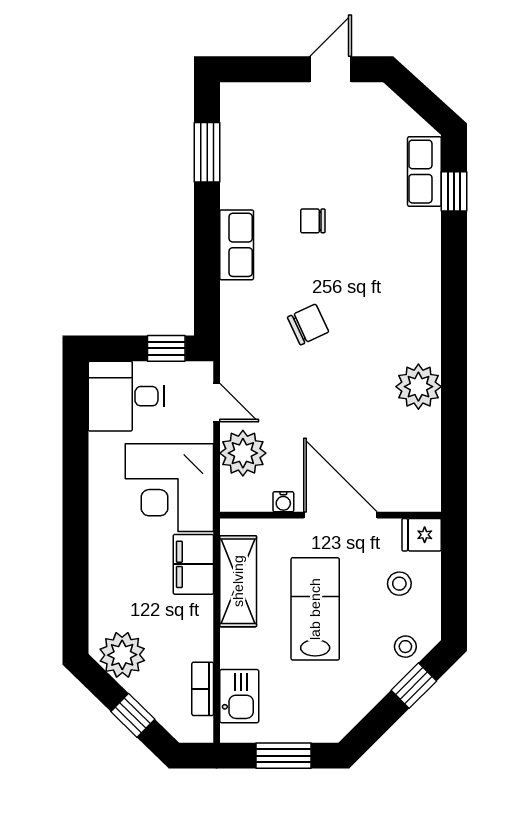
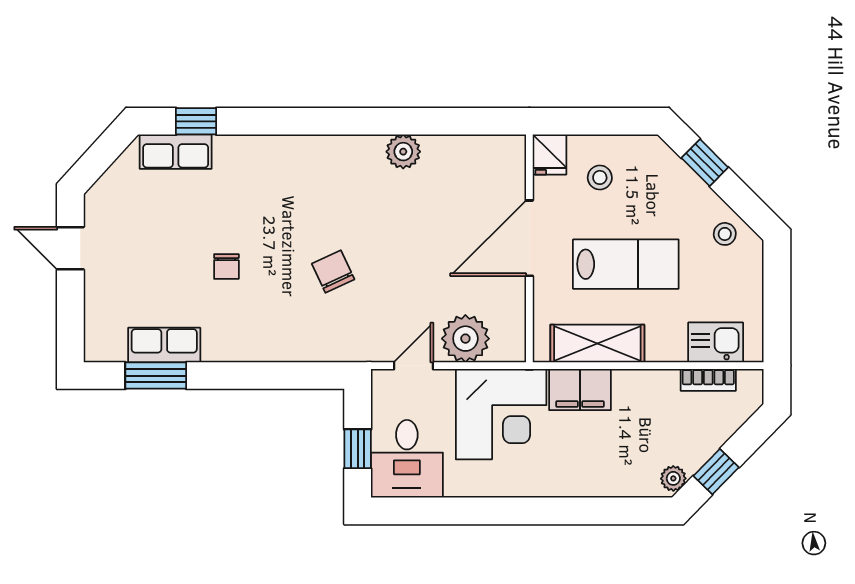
row of seats: (237, 245) -> (164, 345), moved
window: (166, 348) -> (358, 449), moved
plant: (418, 387) -> (403, 152), width x0.73, depth x0.73
water cooler: (283, 502) -> (515, 297), removed
lab bench: (315, 609) -> (626, 264), turned 180
stool: (405, 647) -> (725, 234), moved
plant: (122, 655) -> (673, 478), width x0.53, depth x0.53
window: (133, 715) -> (716, 472), moved
window: (283, 756) -> (777, 297), removed

